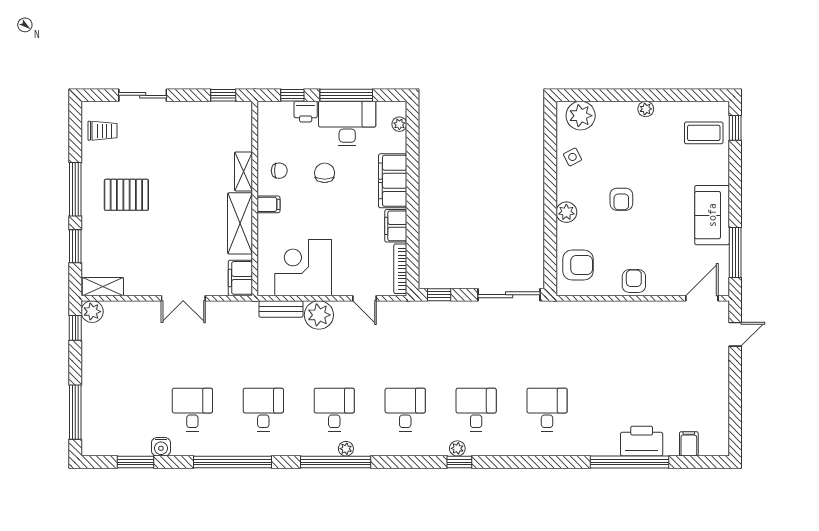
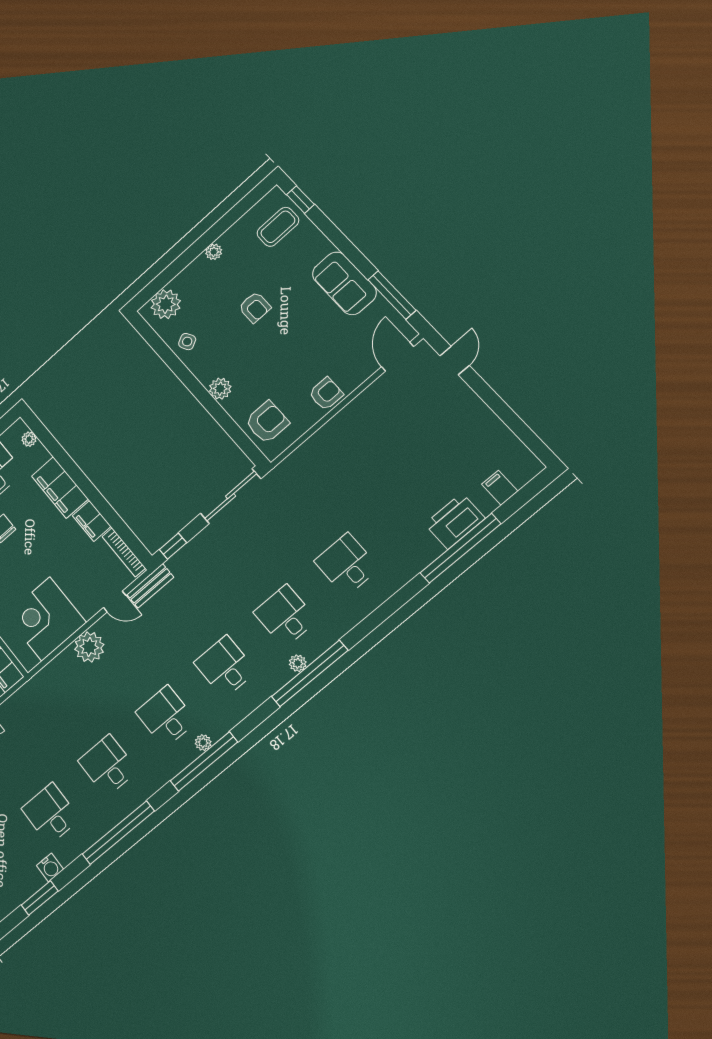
armchair: (621, 199) -> (255, 307), moved
armchair: (634, 281) -> (326, 394), turned 90
bench: (281, 309) -> (150, 586), moved
window: (459, 462) -> (310, 674), width x3.17

